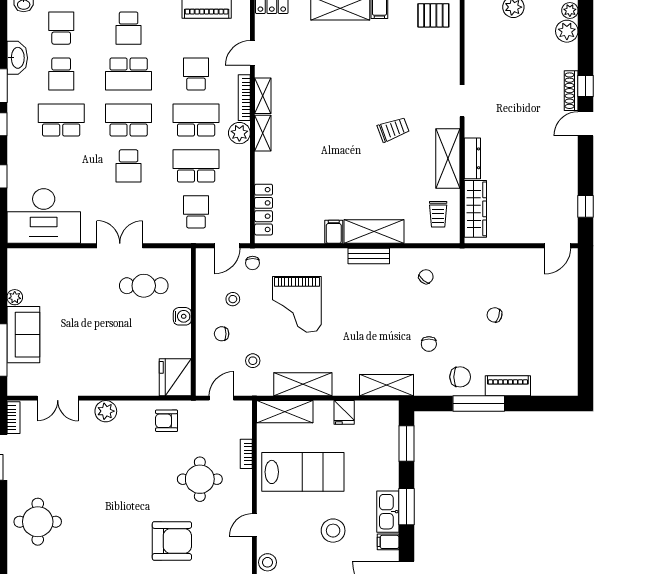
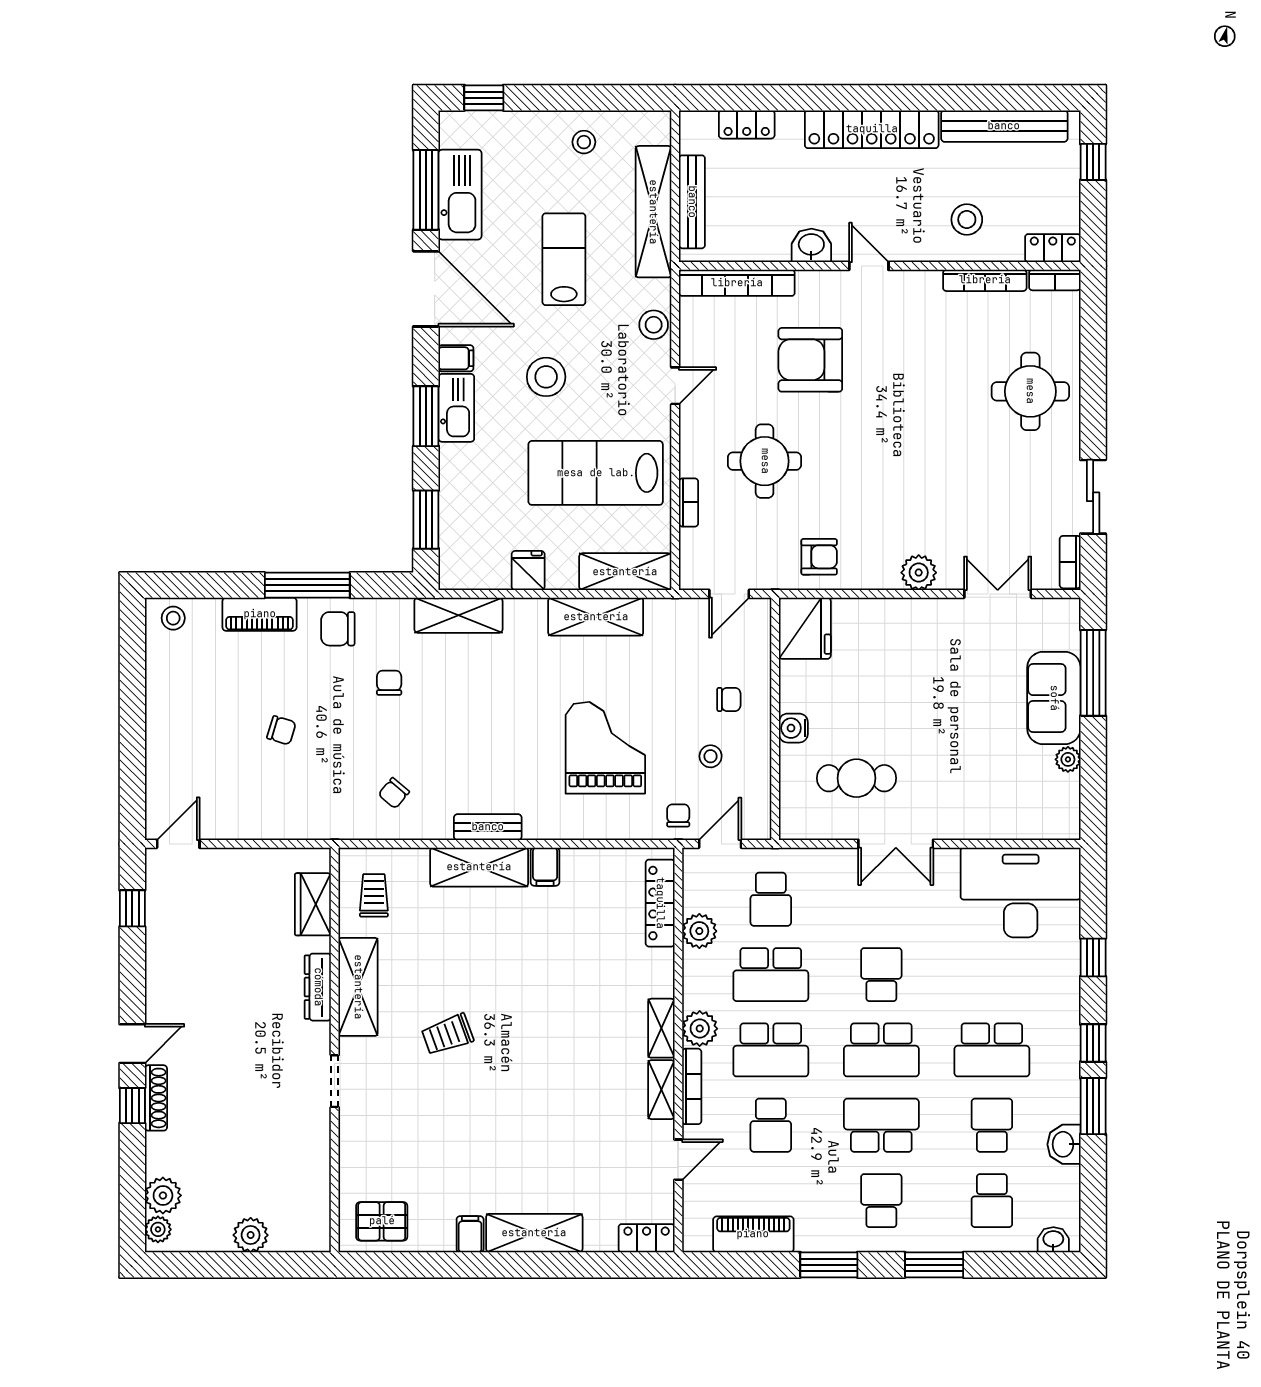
washbasin: (17, 58) -> (1064, 1144), width x0.72
plant: (240, 193) -> (699, 931), added
wardrobe: (475, 209) -> (313, 904), width x0.67
stool: (253, 361) -> (173, 618), moved

